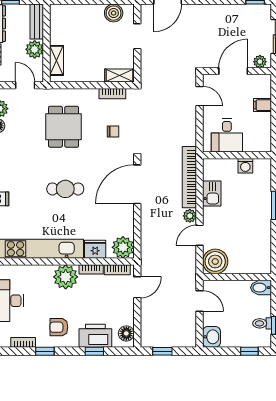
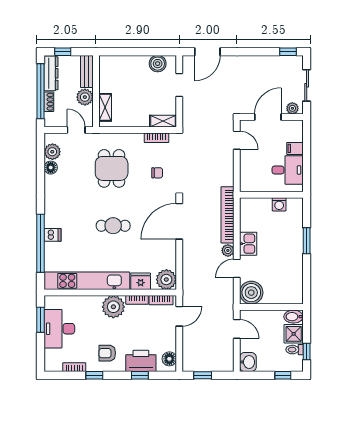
desk: (227, 135) -> (288, 170), moved, turned -90
kitchen sink: (212, 194) -> (248, 244), moved
shower: (261, 306) -> (294, 334), added

